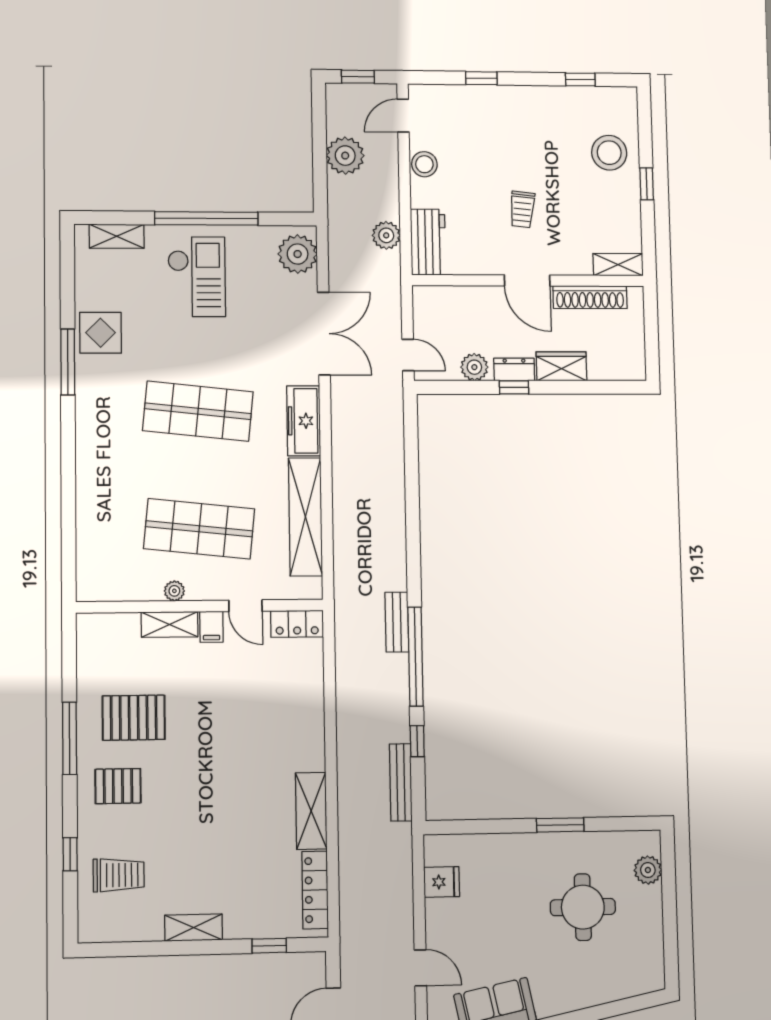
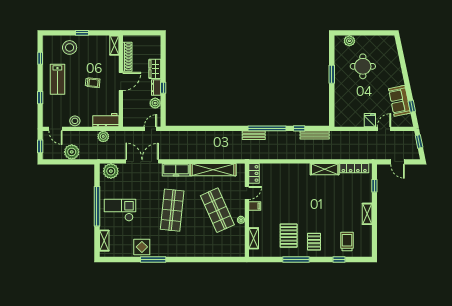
lab bench: (529, 122) -> (57, 79), added
shop shelf: (199, 529) -> (217, 210), turned -30
shelving: (170, 624) -> (254, 238), moved
fridge: (442, 882) -> (370, 120), moved

